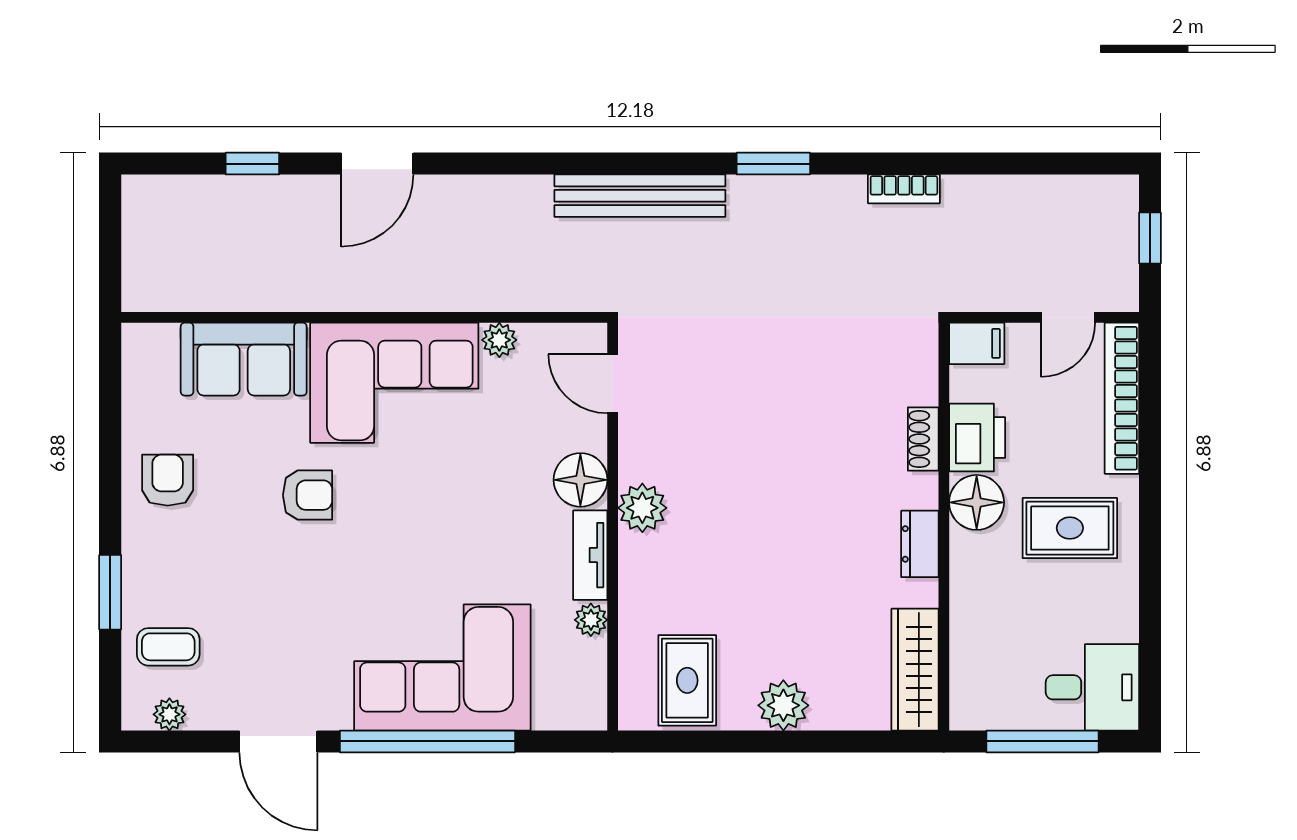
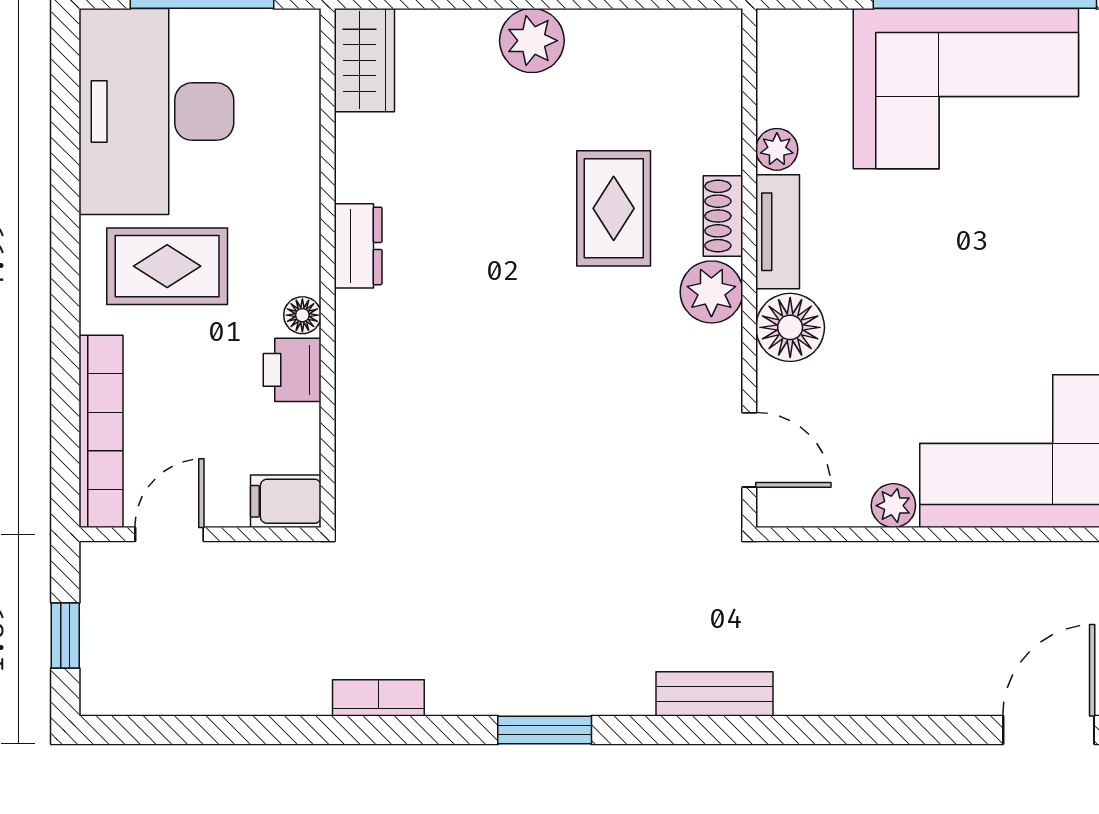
bench: (640, 196) -> (714, 694), width x0.54, depth x0.82
printer: (977, 438) -> (292, 370), width x0.73, depth x0.81
shoe rack: (923, 439) -> (723, 216), moved, turned 180
floor lamp: (977, 502) -> (302, 315), width x0.53, depth x0.53
wardrobe: (915, 670) -> (364, 60), width x0.67
rug: (687, 680) -> (614, 208), moved
desk: (1092, 687) -> (156, 112), width x1.87, depth x1.30

